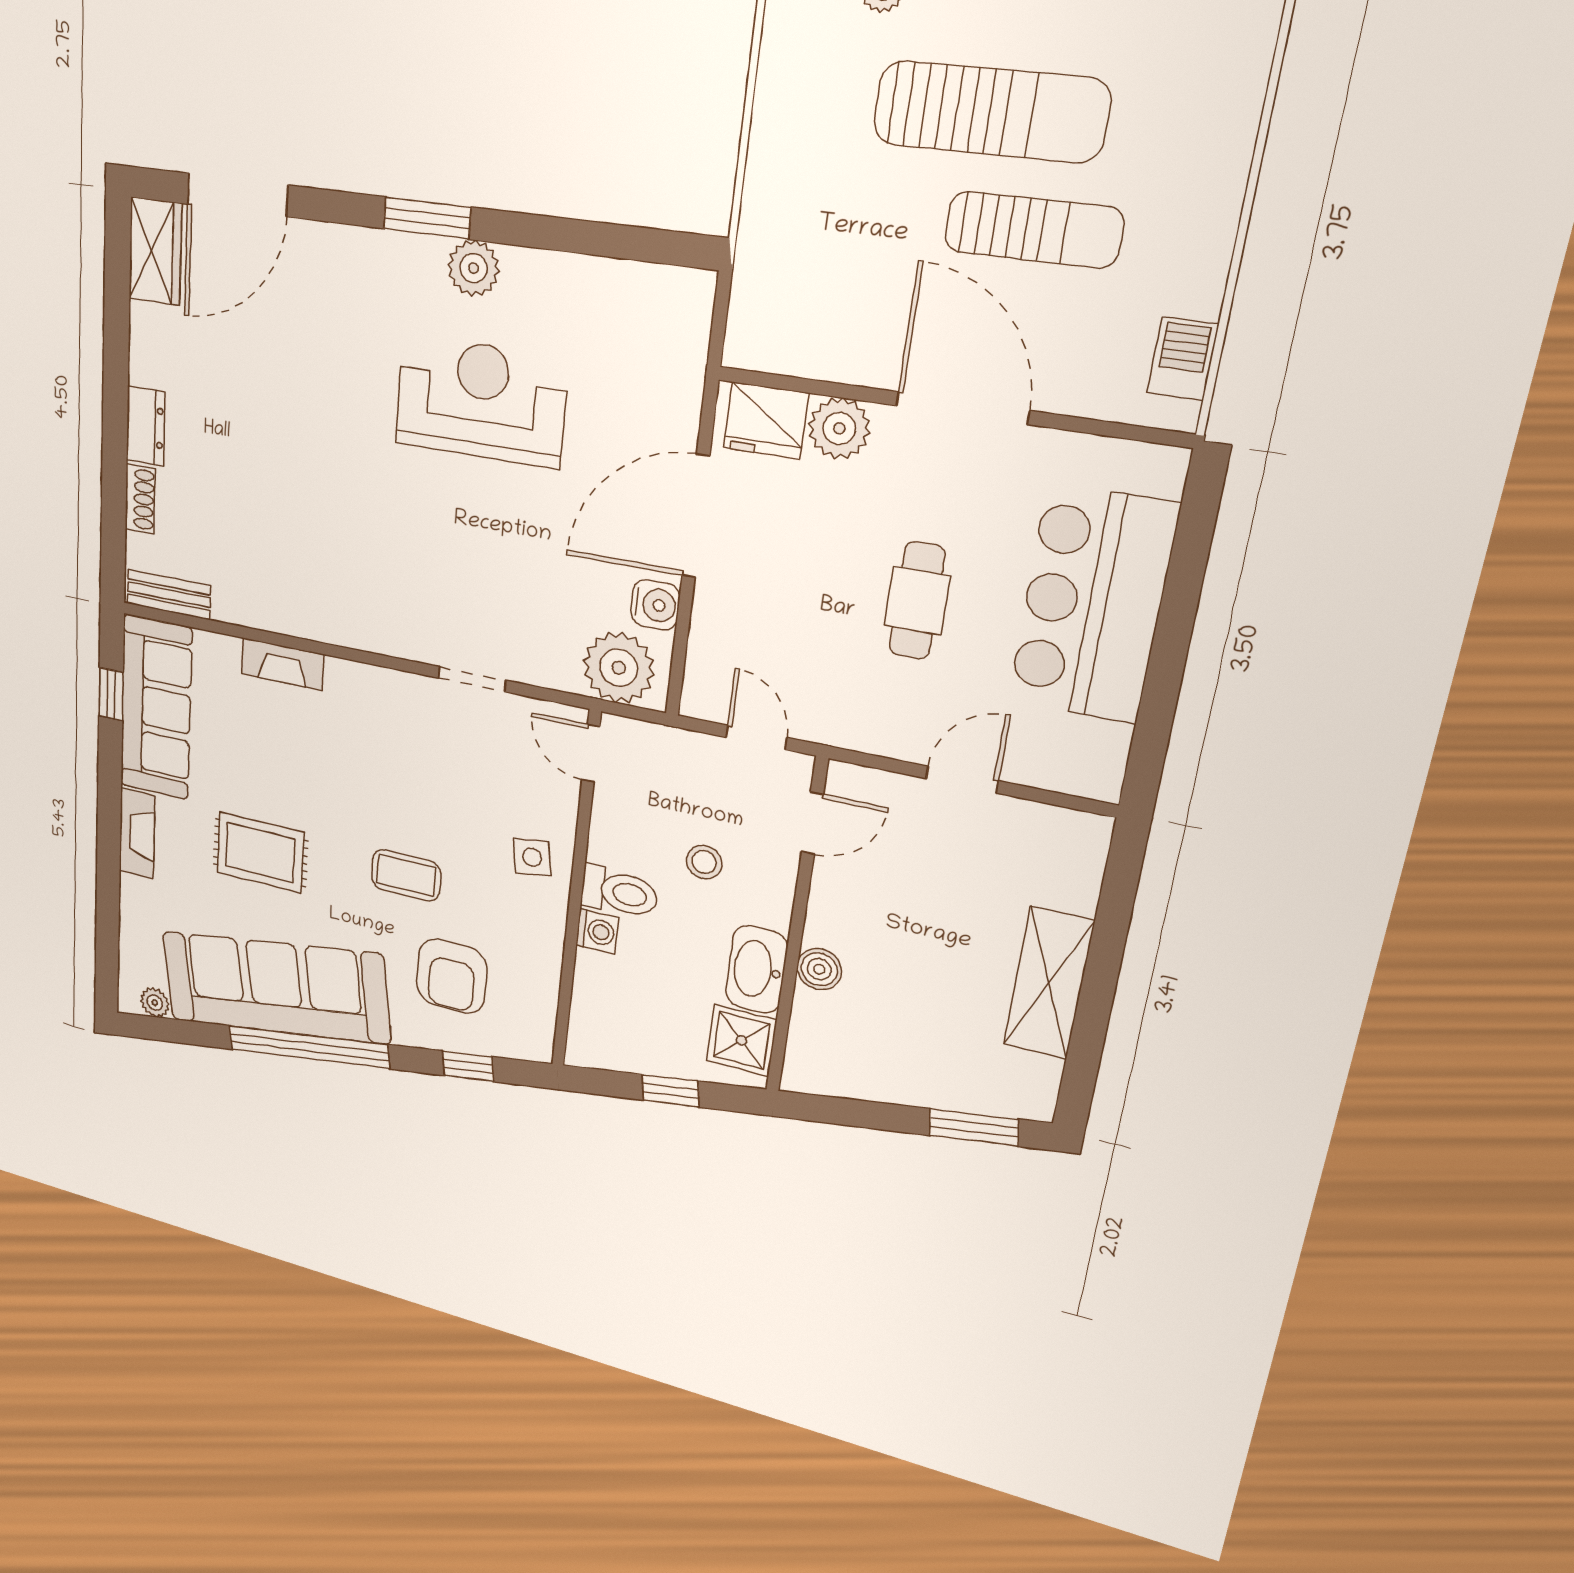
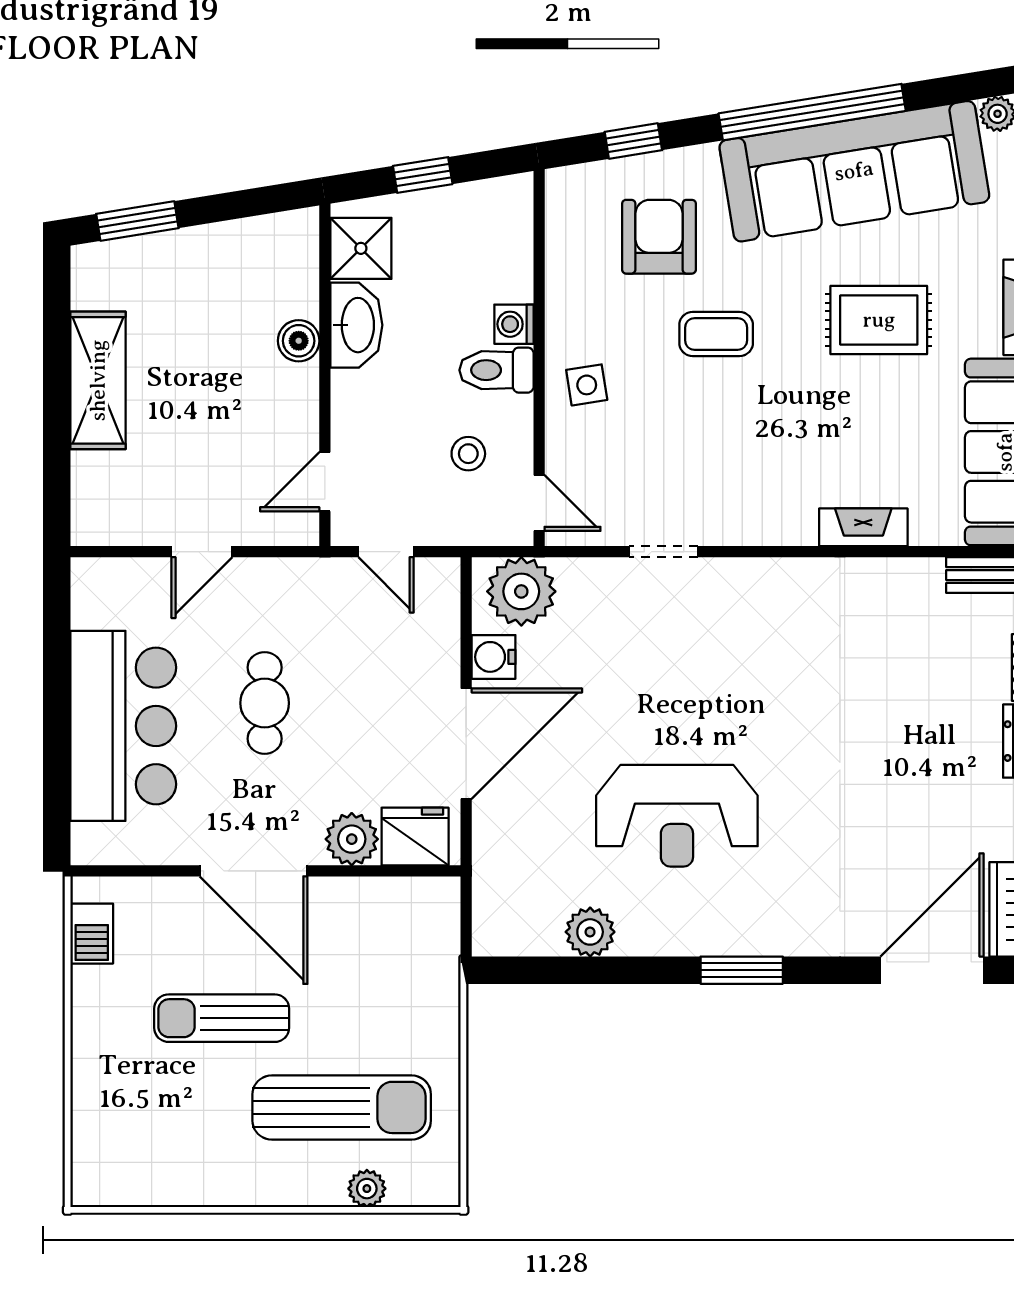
sun lounger: (990, 112) -> (342, 1107), moved, turned 180
plant: (474, 268) -> (590, 932), moved
stool: (704, 862) -> (468, 454), moved

